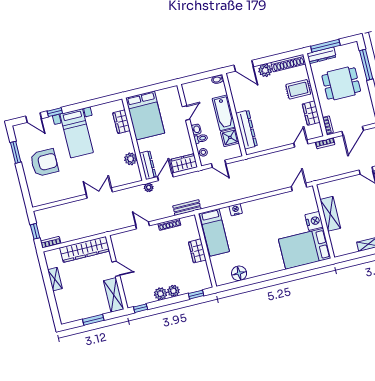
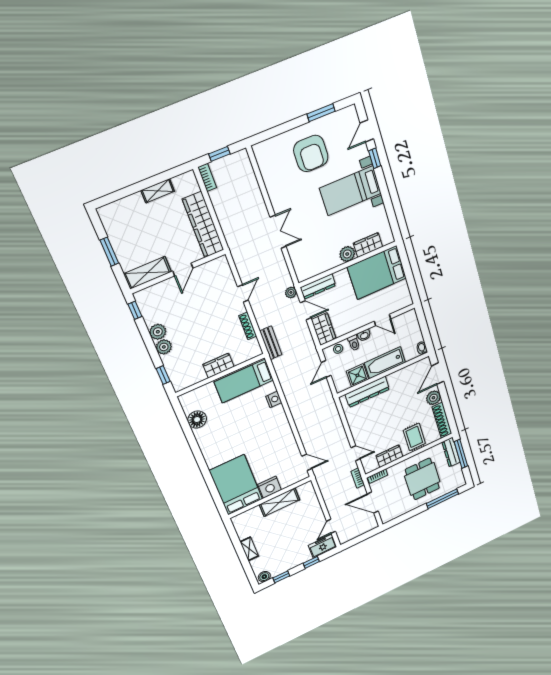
plant: (131, 159) -> (347, 254), moved

